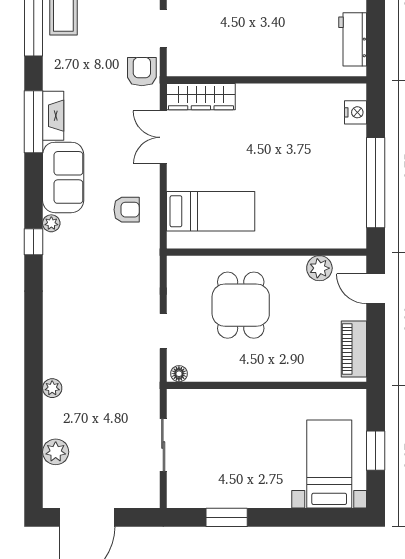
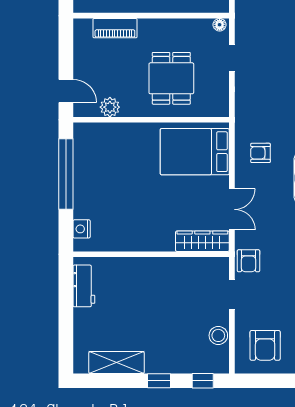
bed: (211, 211) -> (195, 152), width x1.50
piano: (354, 349) -> (115, 28), moved, turned 90

